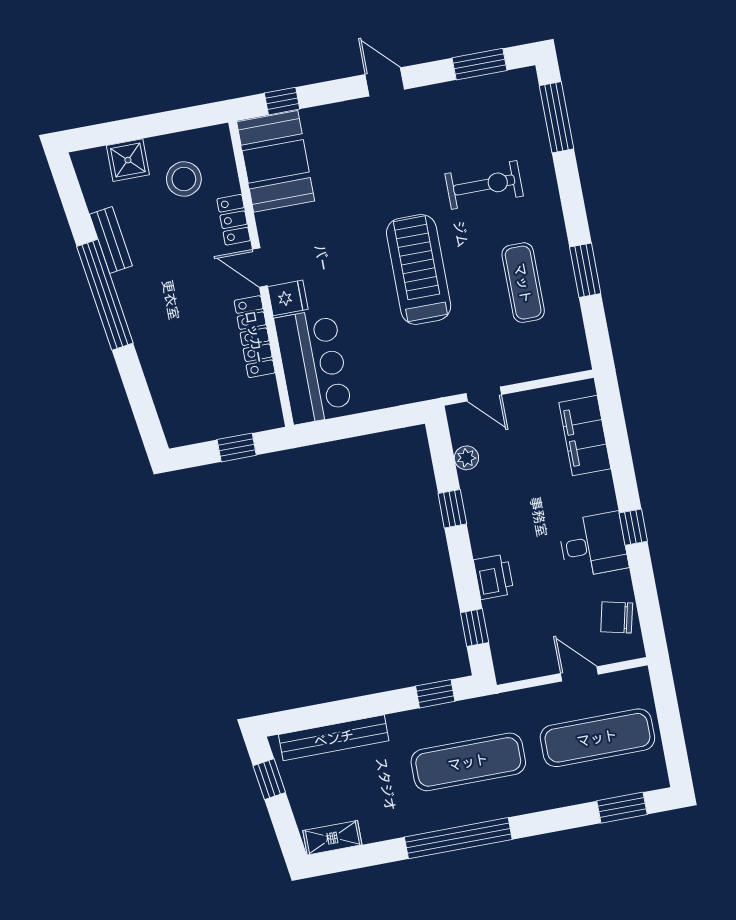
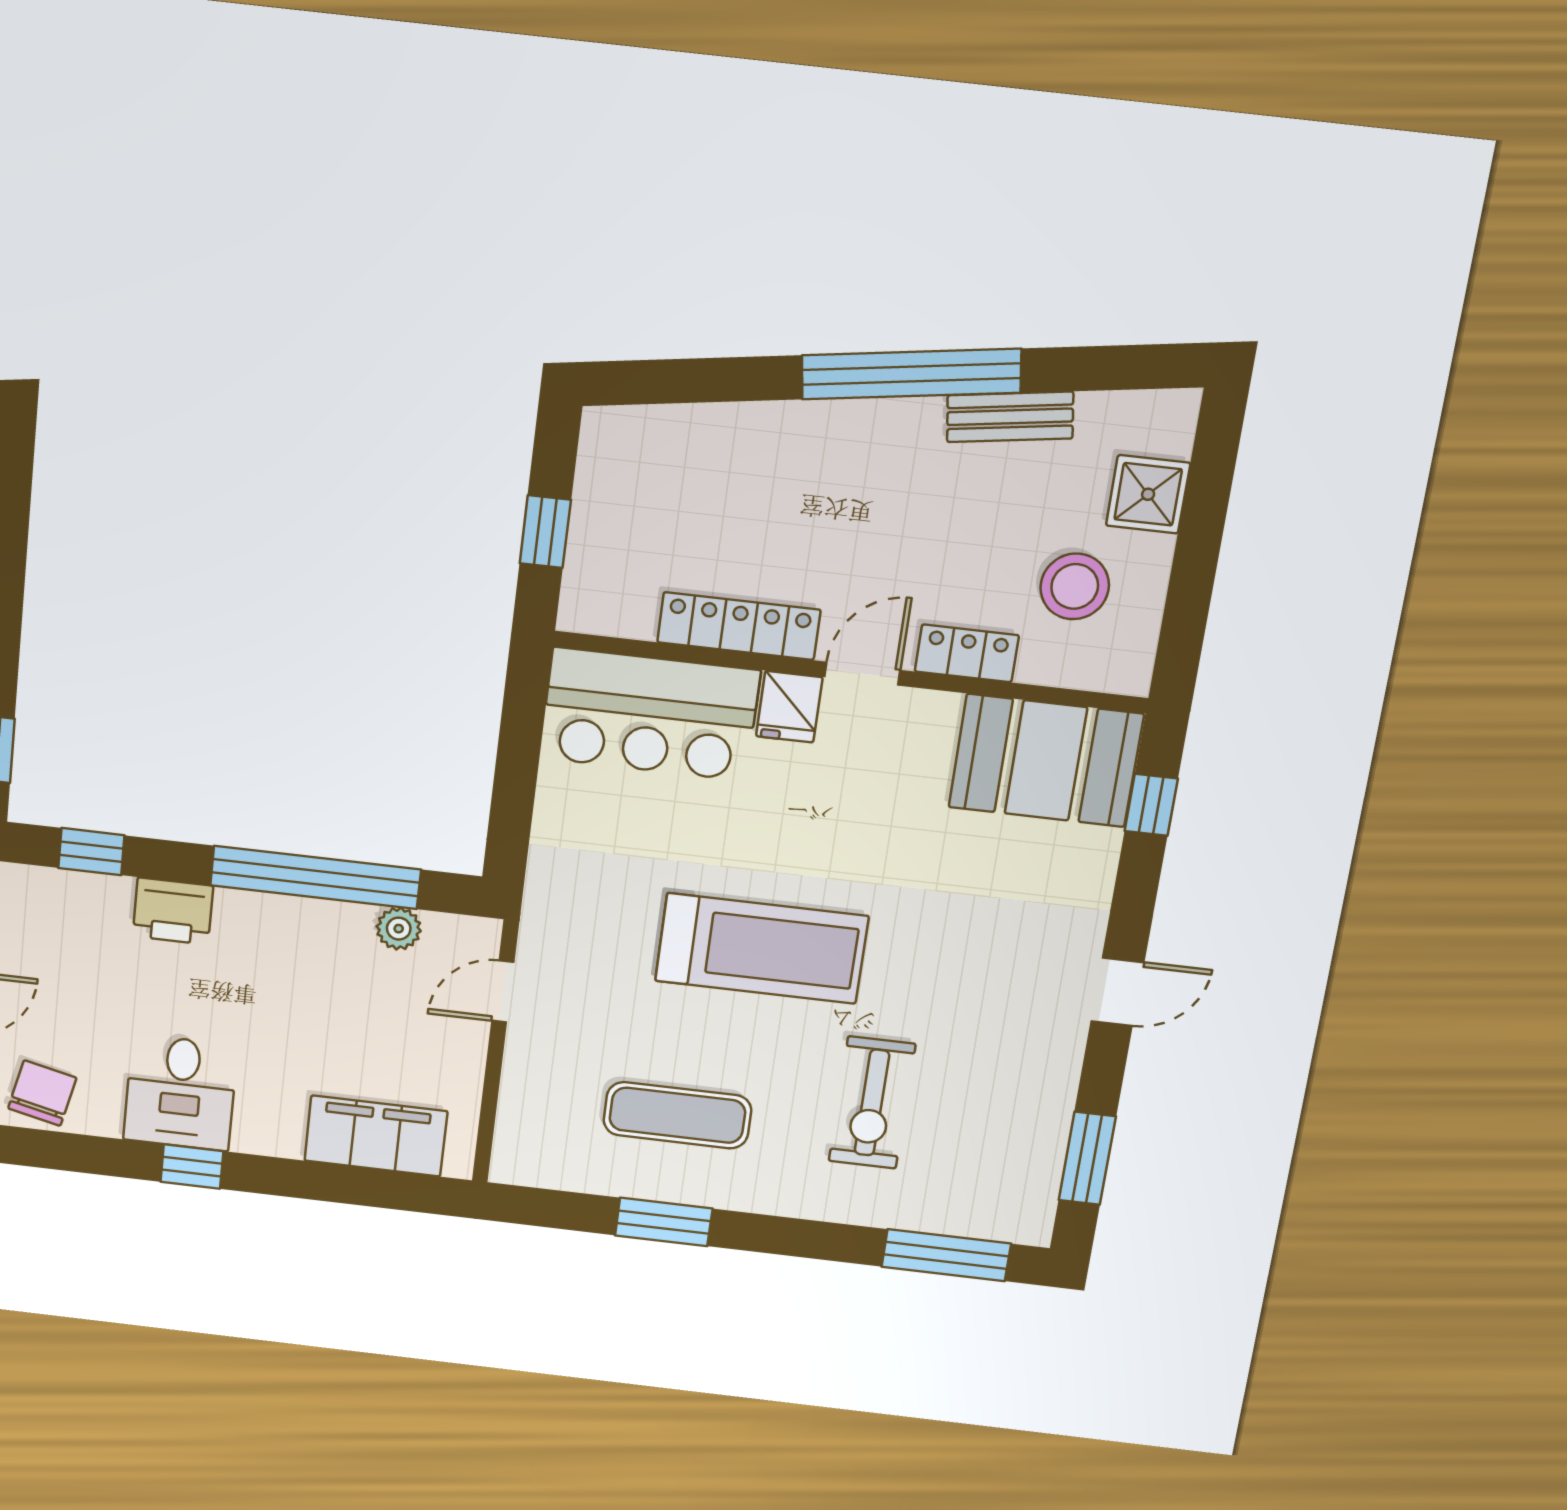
window: (452, 509) -> (315, 877), width x3.17

